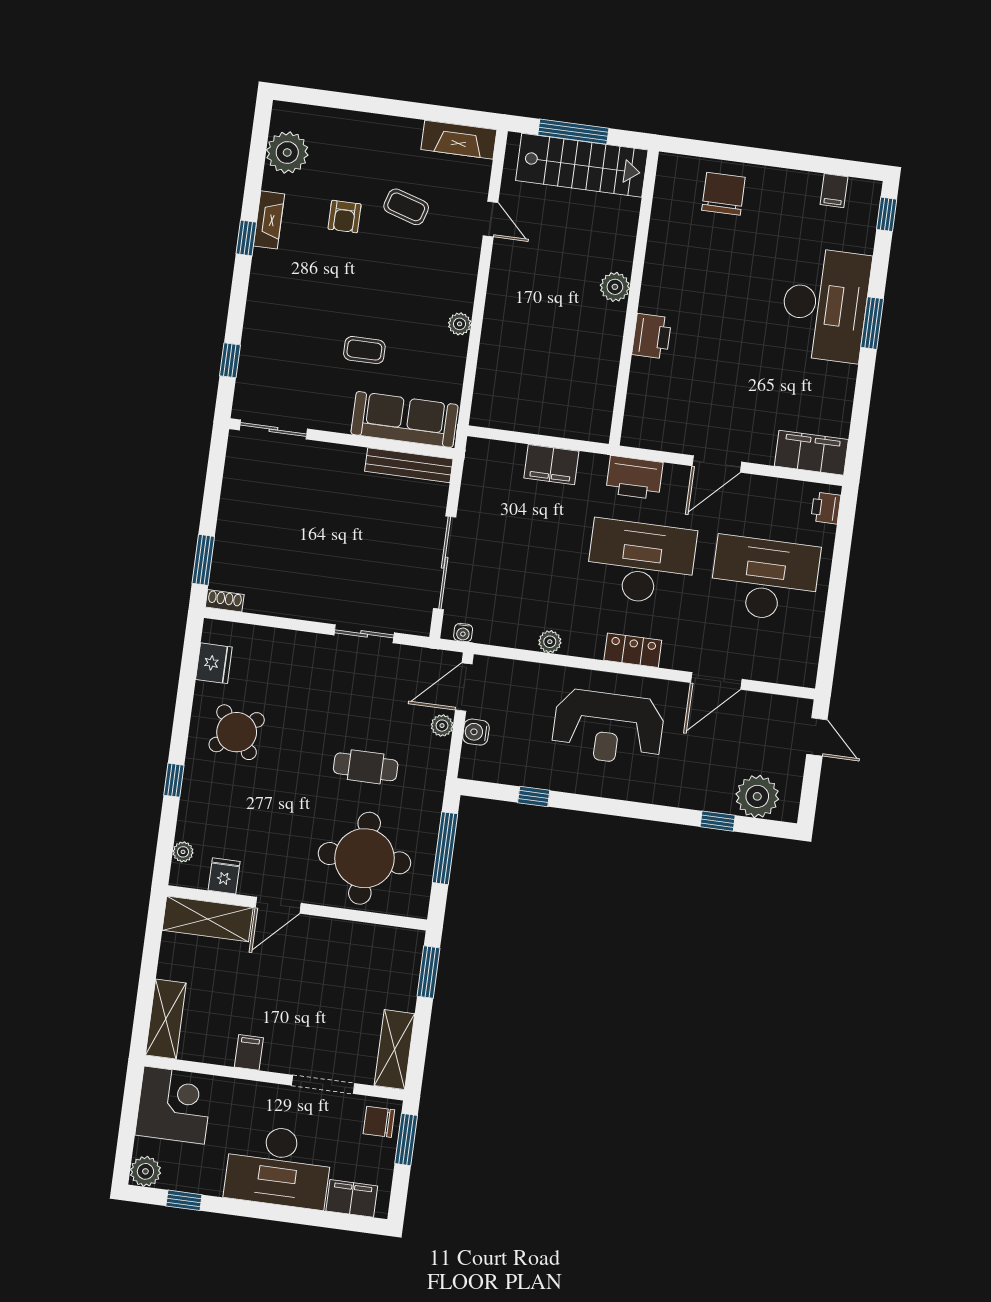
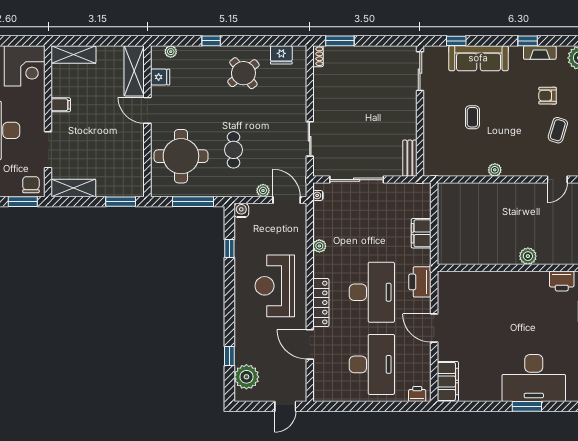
printer: (652, 336) -> (562, 281), moved
sofa: (405, 419) -> (478, 58), moved, turned 90
bench: (409, 465) -> (410, 158), width x0.73
locker: (633, 650) -> (321, 303), width x1.53
water cooler: (476, 732) -> (241, 210), moved

